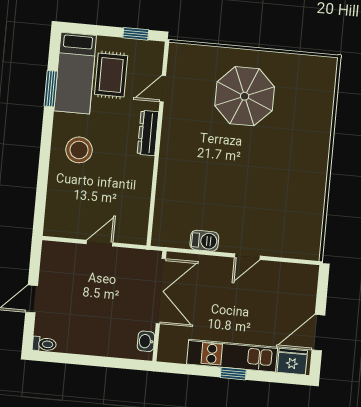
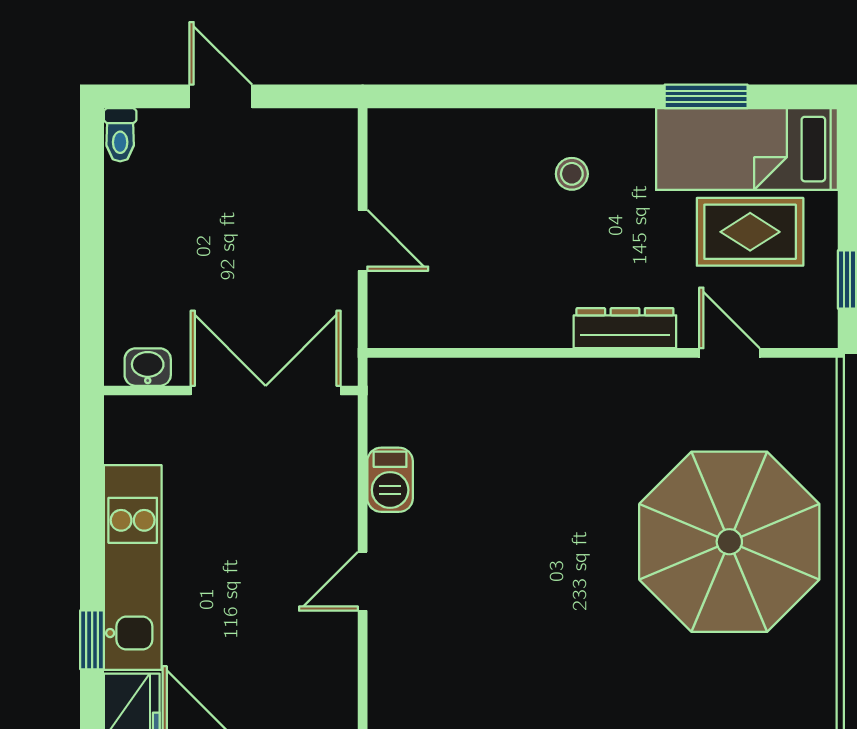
parasol: (245, 96) -> (729, 542), width x1.36, depth x1.36
stool: (79, 150) -> (572, 174), width x0.53, depth x0.53
door: (247, 257) -> (363, 581), hinge flipped
double door: (161, 291) -> (266, 390), swing flipped
window: (233, 374) -> (92, 640), moved

